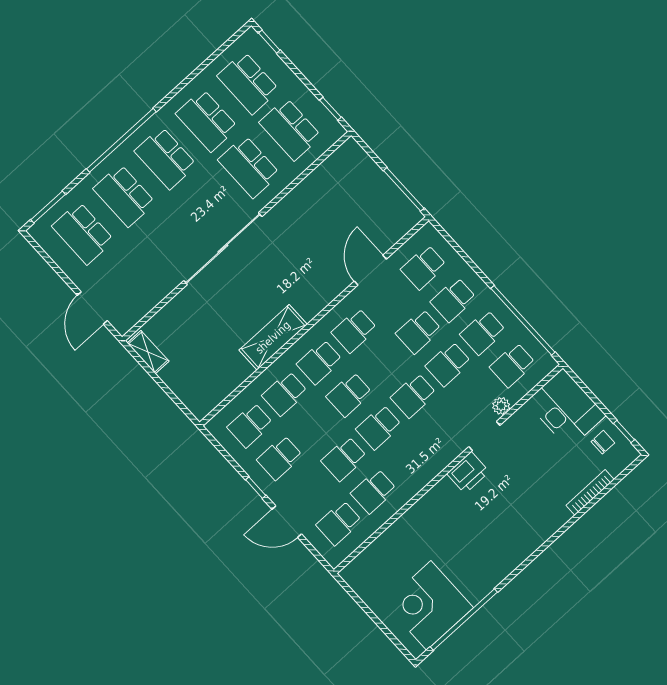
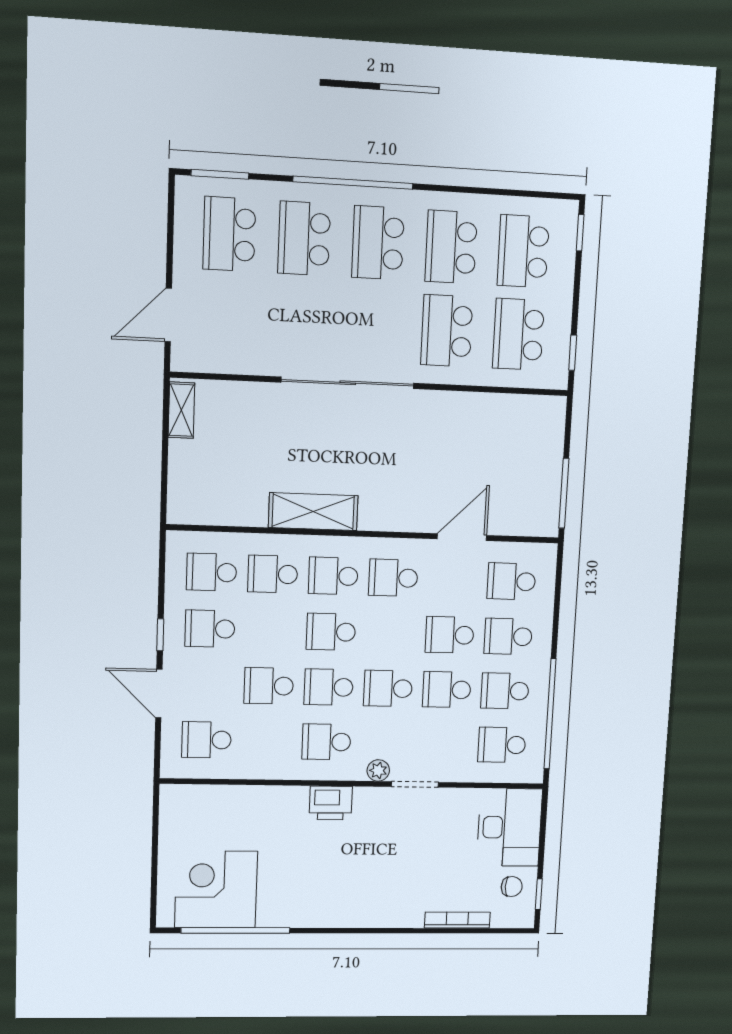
plant: (501, 406) -> (378, 770), moved
printer: (468, 473) -> (331, 803), moved
school desk: (374, 491) -> (326, 742), moved

